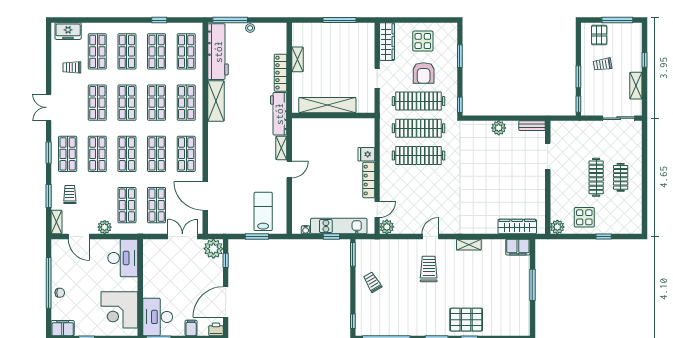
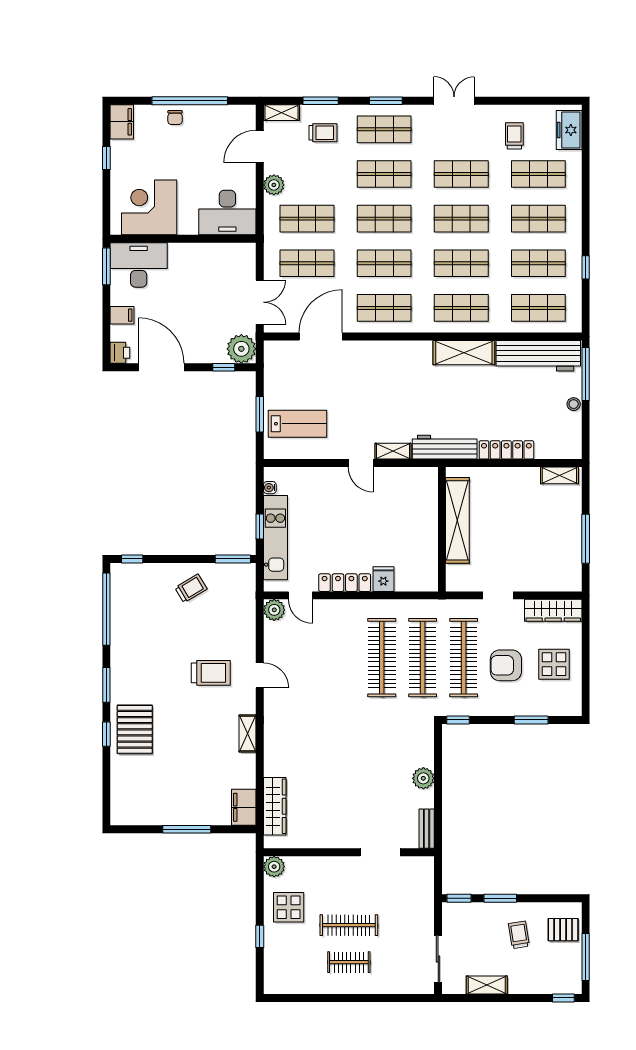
shelving: (297, 59) -> (559, 475), moved
window: (645, 60) -> (563, 998), moved

